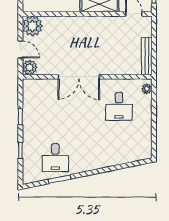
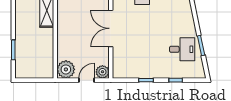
double door: (79, 77) -> (111, 28), swing flipped

